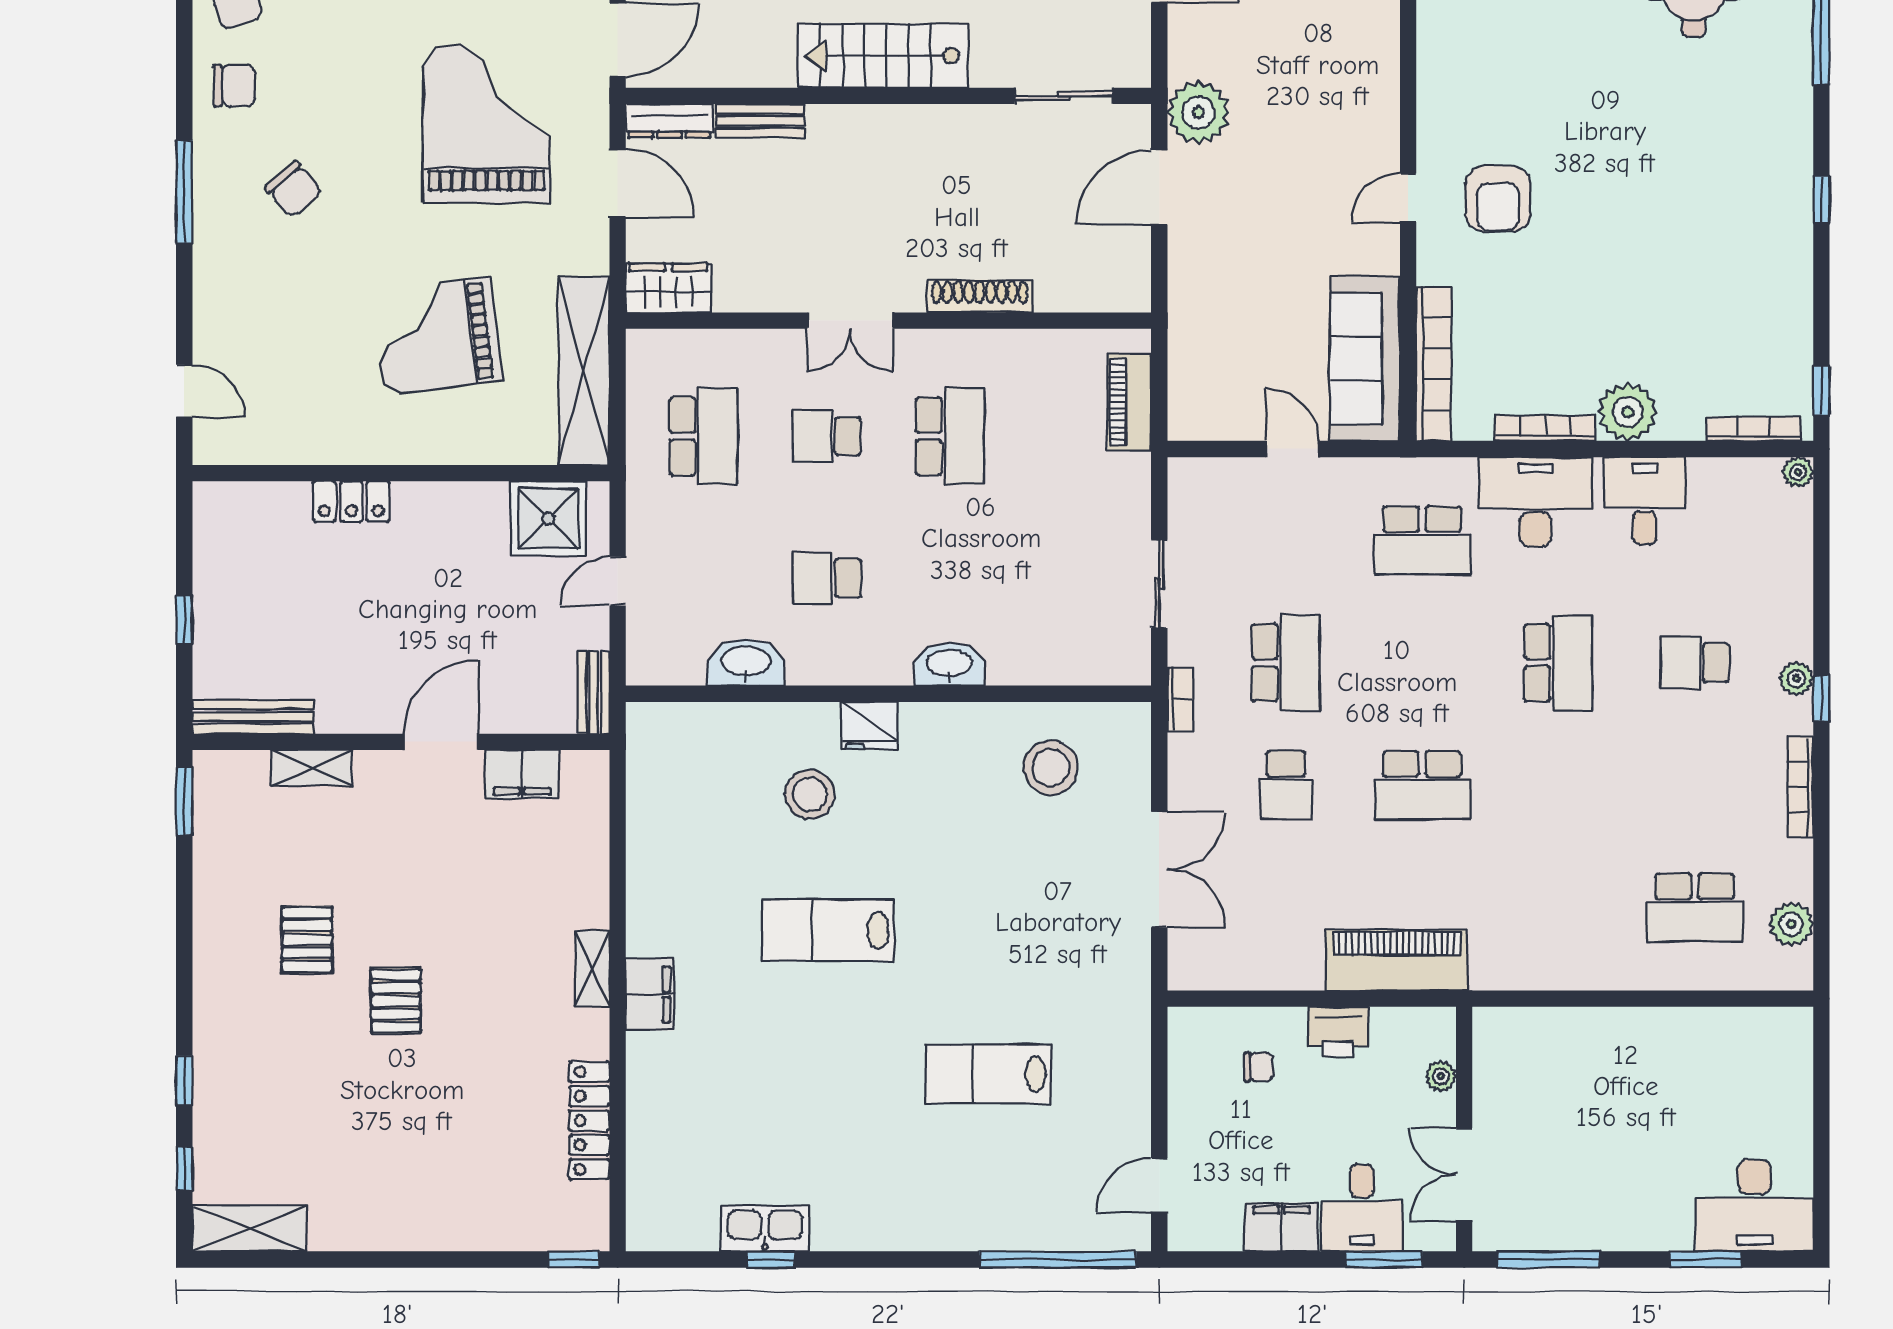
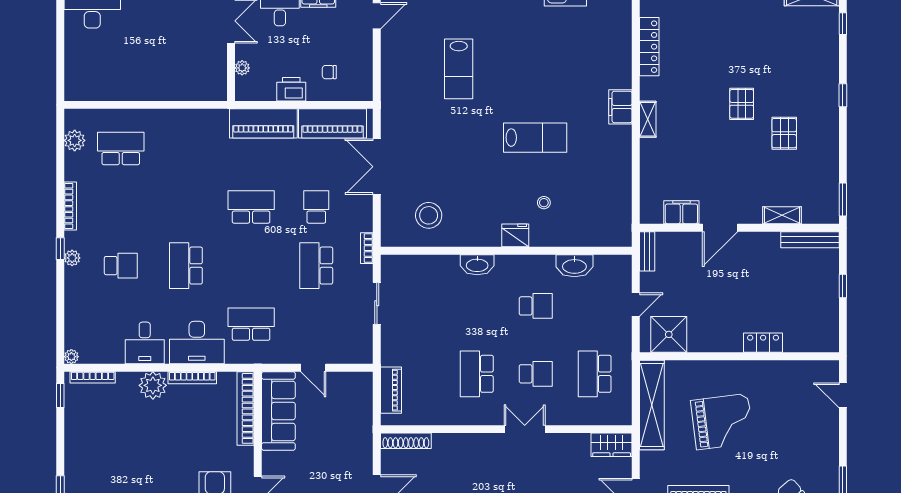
shoe rack: (980, 296) -> (406, 441), moved
stool: (810, 794) -> (544, 203), width x0.53, depth x0.53
piano: (1252, 960) -> (332, 123), added
lab bench: (988, 1074) -> (459, 69), turned 90
window: (184, 1080) -> (843, 95), moved

